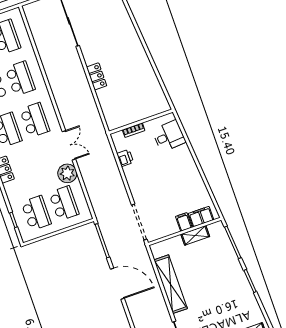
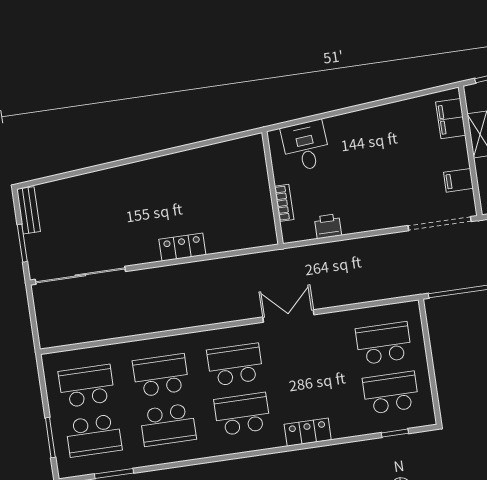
plant: (67, 173) -> (335, 328), removed
filing cabinet: (184, 222) -> (458, 180), moved

